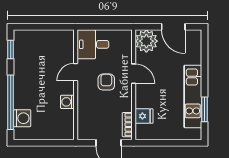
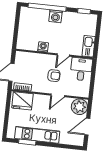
kitchen sink: (59, 38) -> (89, 46), added
door: (76, 72) -> (63, 55), swing flipped
fridge: (144, 116) -> (22, 101), width x1.88, depth x1.34
washing machine: (22, 118) -> (56, 16), moved

